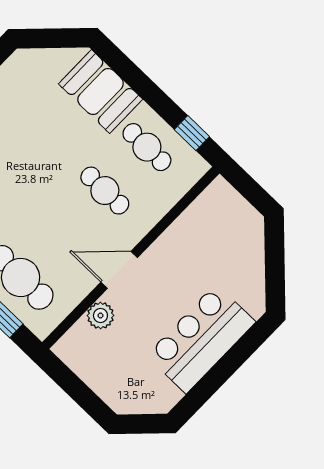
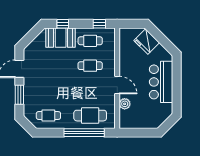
window: (128, 71) -> (63, 24), added
fridge: (244, 244) -> (147, 42), added
door: (119, 270) -> (117, 85), swing flipped

